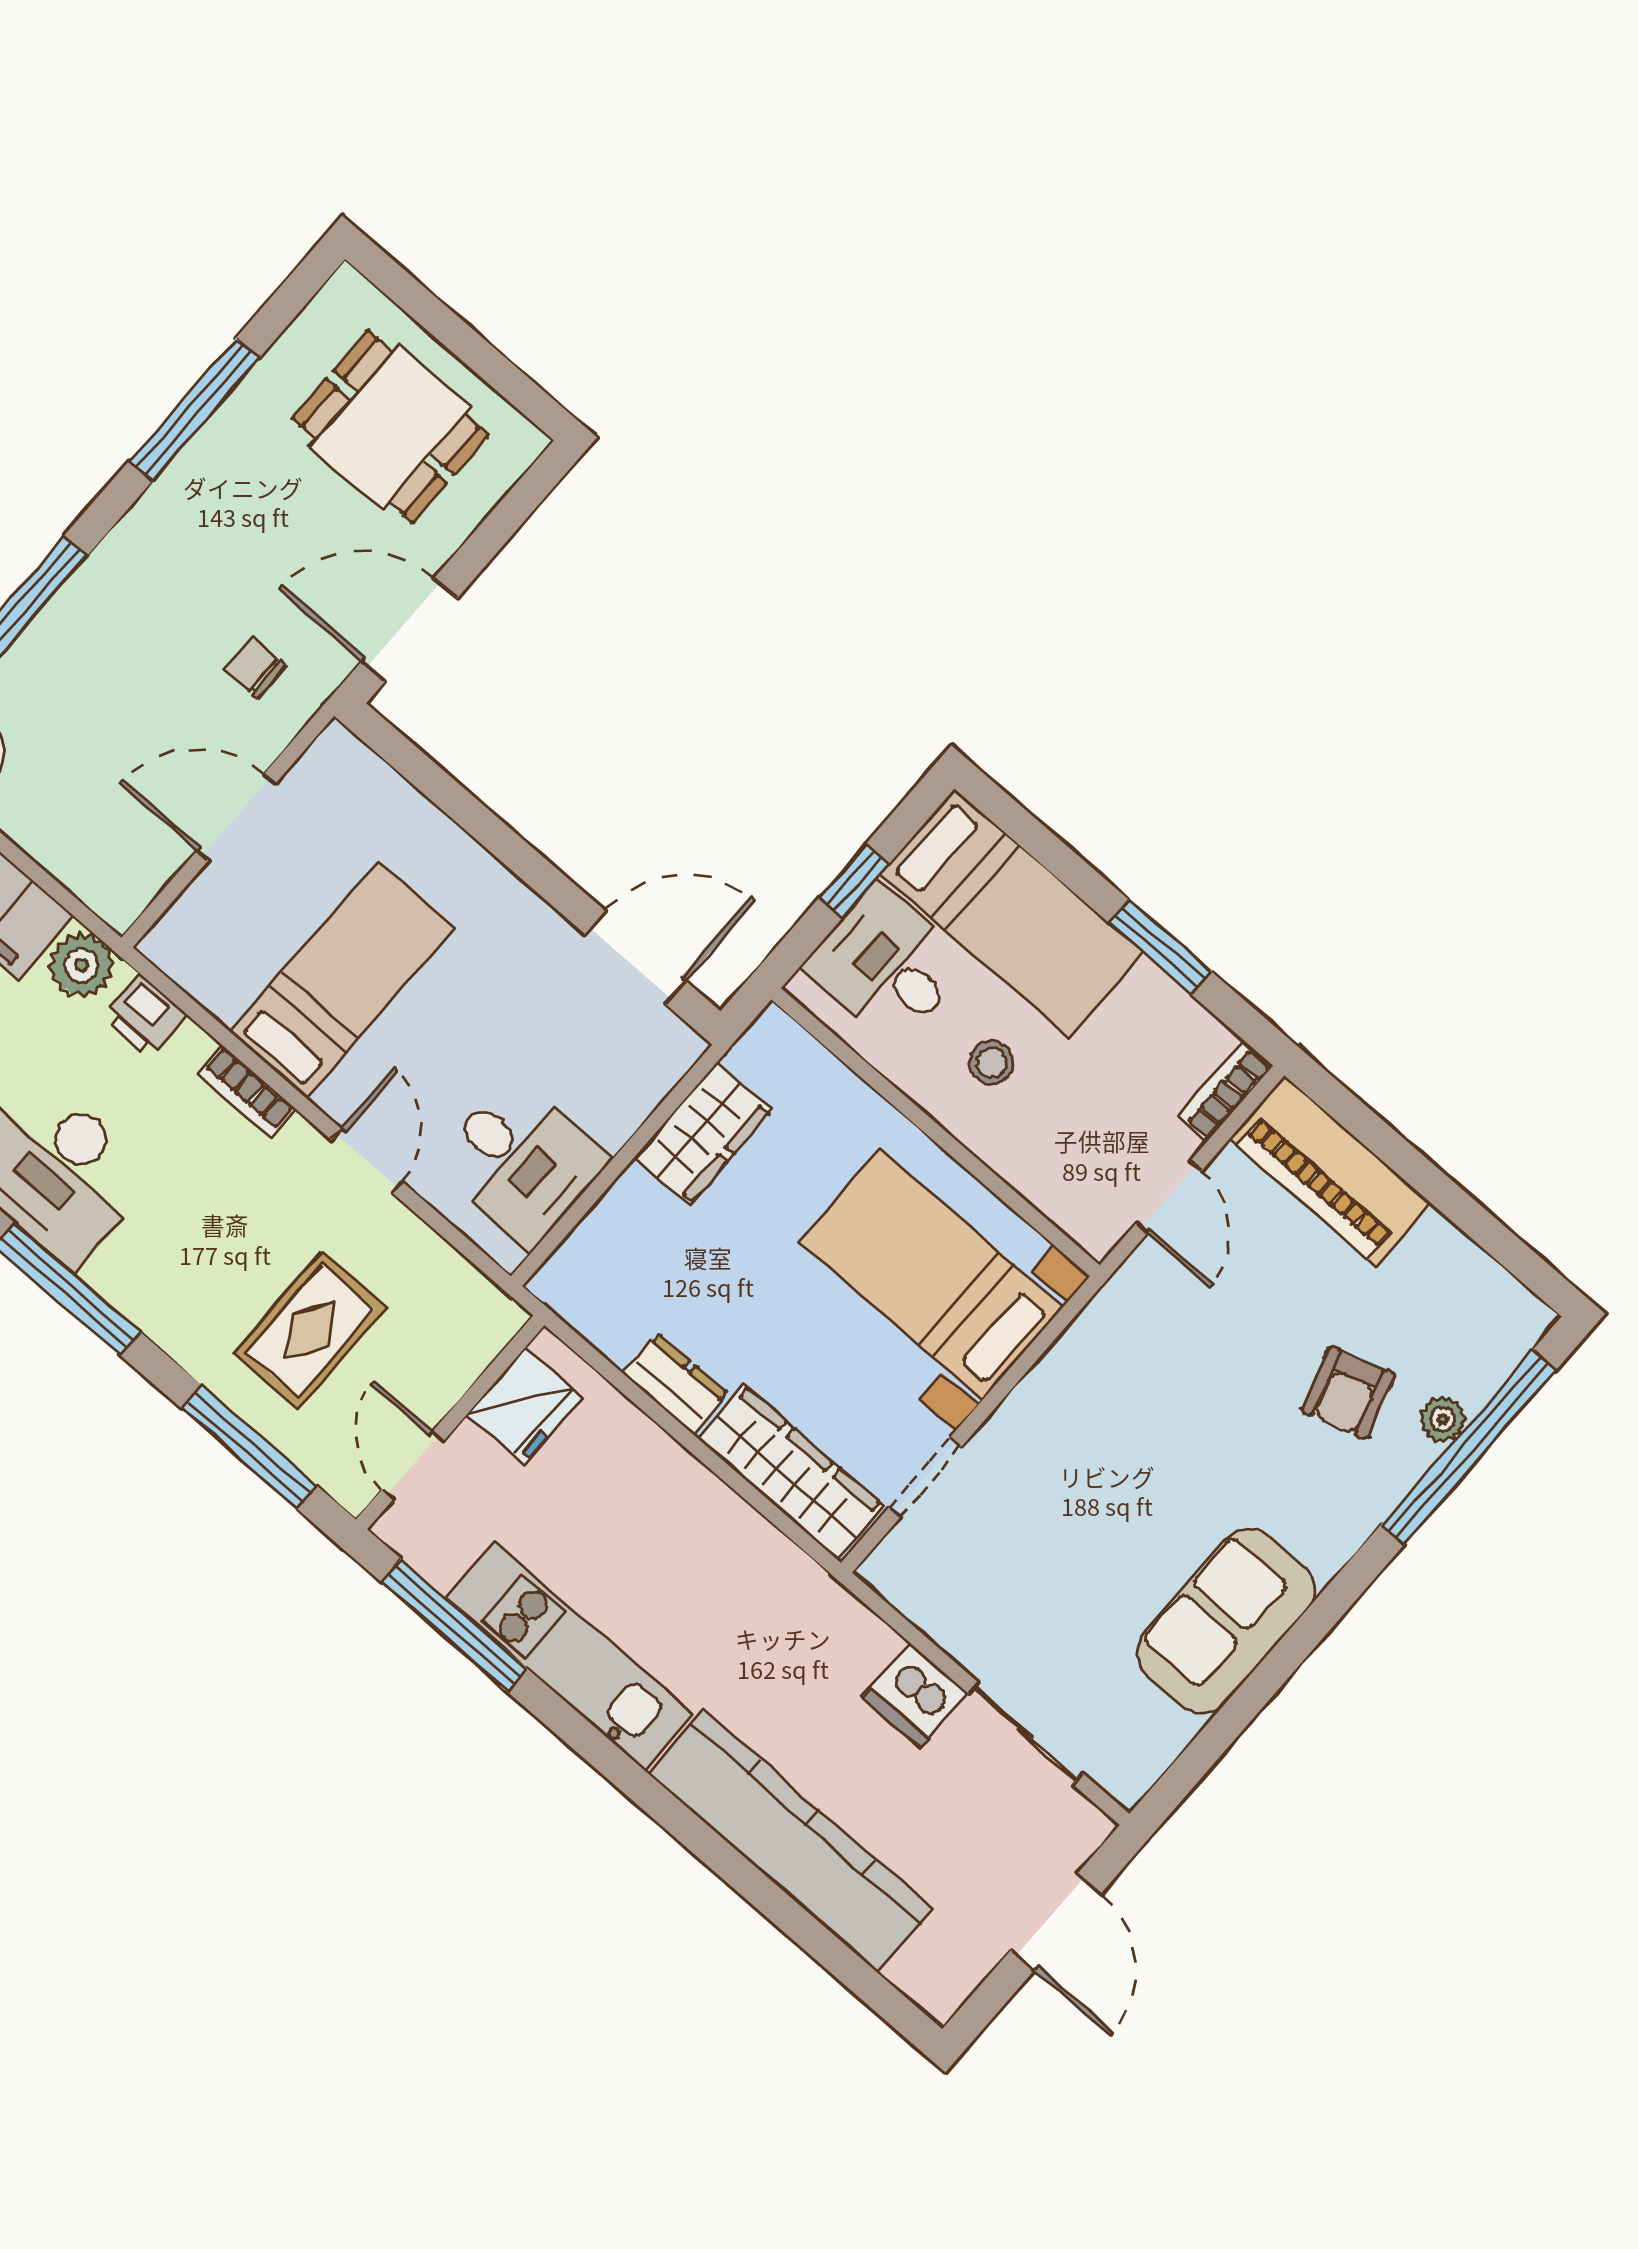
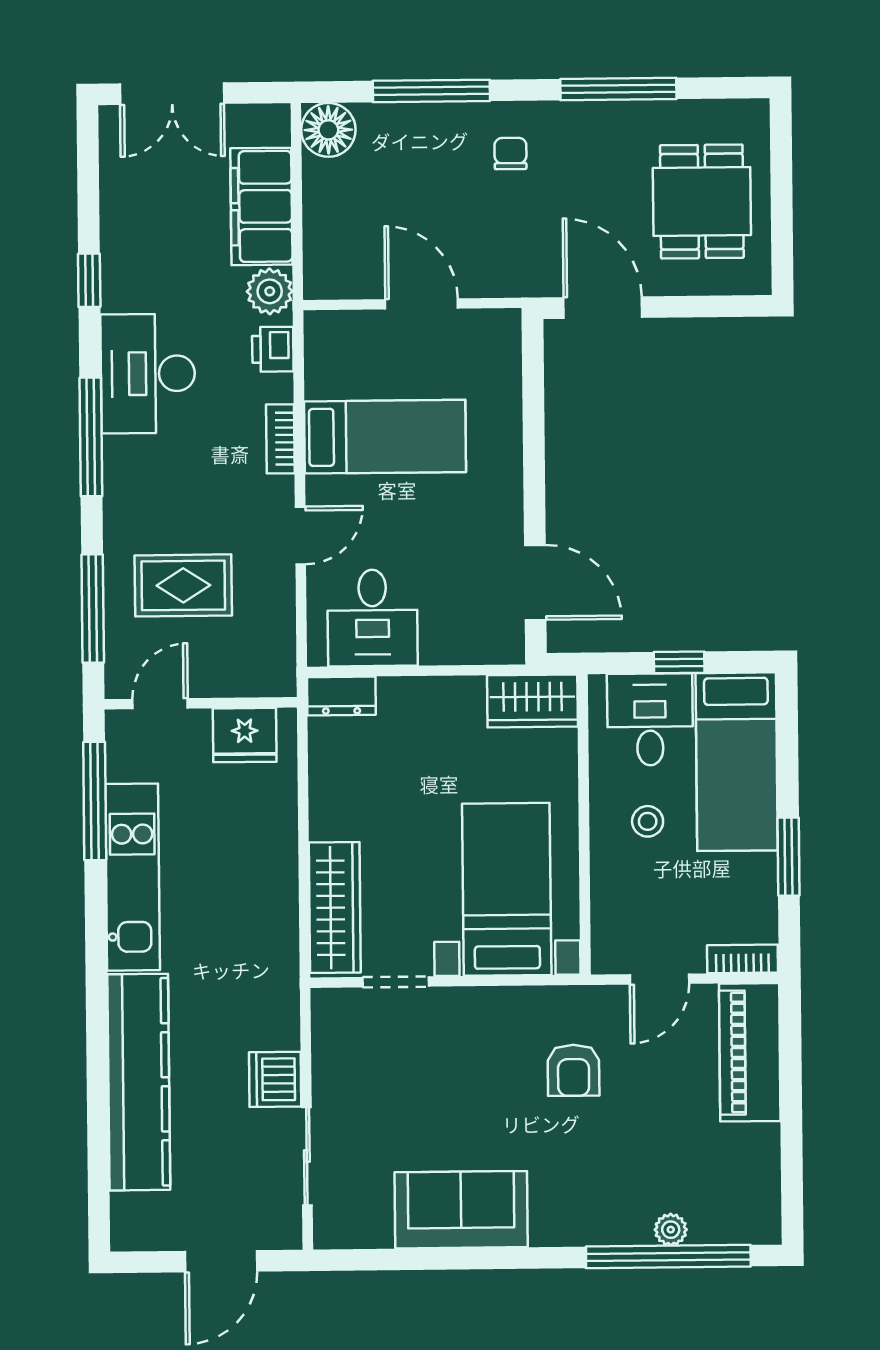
chair: (255, 668) -> (510, 154), moved
wardrobe: (703, 1134) -> (532, 701), moved
dresser: (675, 1384) -> (341, 696), moved, turned 90
armchair: (1348, 1393) -> (573, 1070), moved, turned -73

